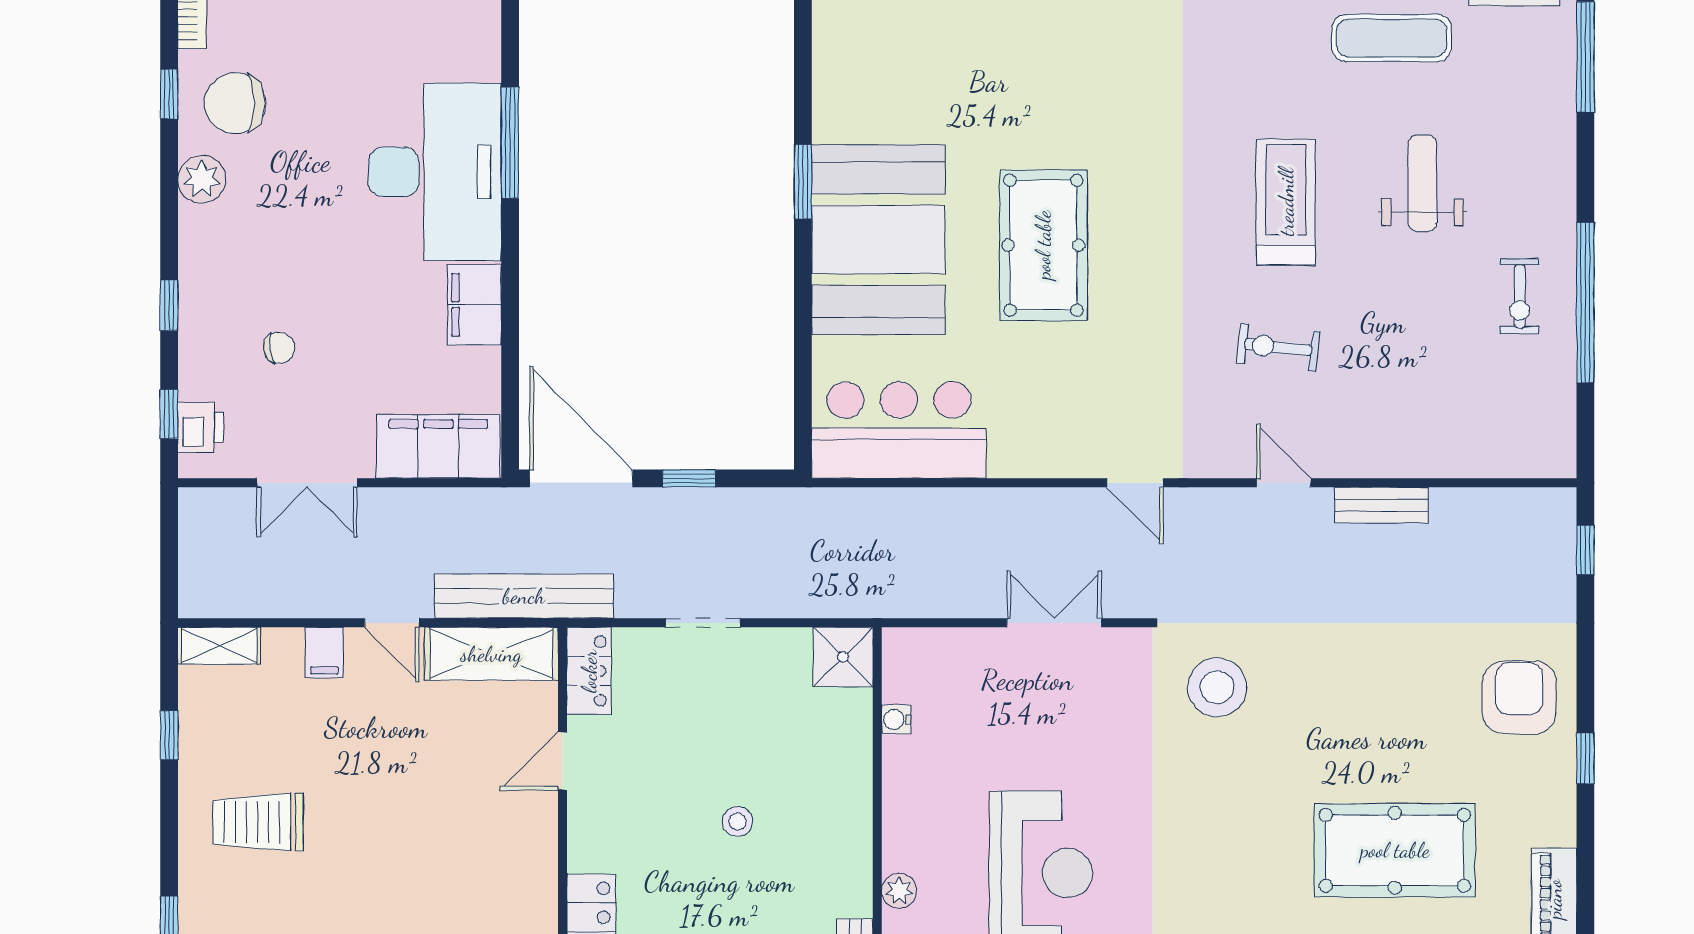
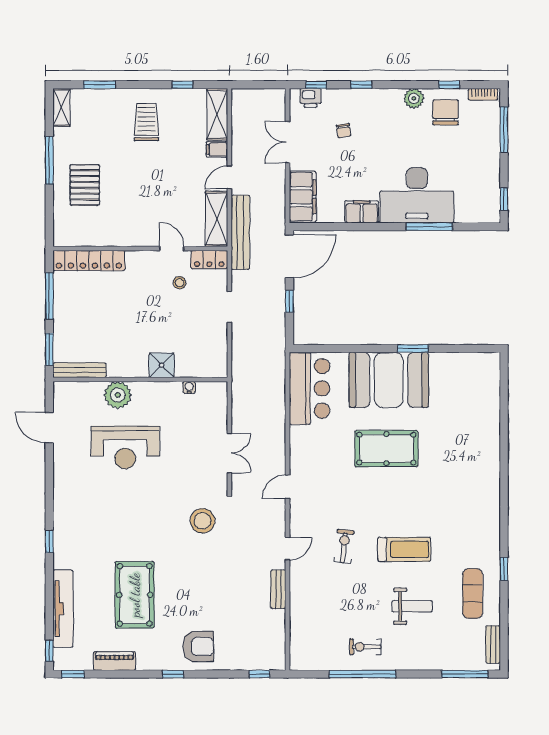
shelving: (219, 646) -> (217, 114), width x1.50, depth x1.33
shower: (843, 657) -> (162, 365), moved
stool: (738, 822) -> (179, 283), moved
plant: (899, 891) -> (118, 395), width x1.88, depth x1.88

